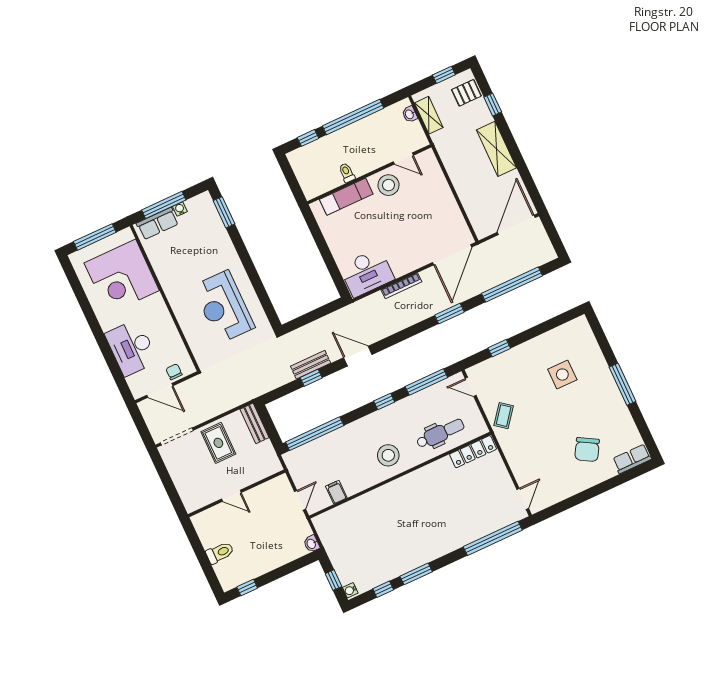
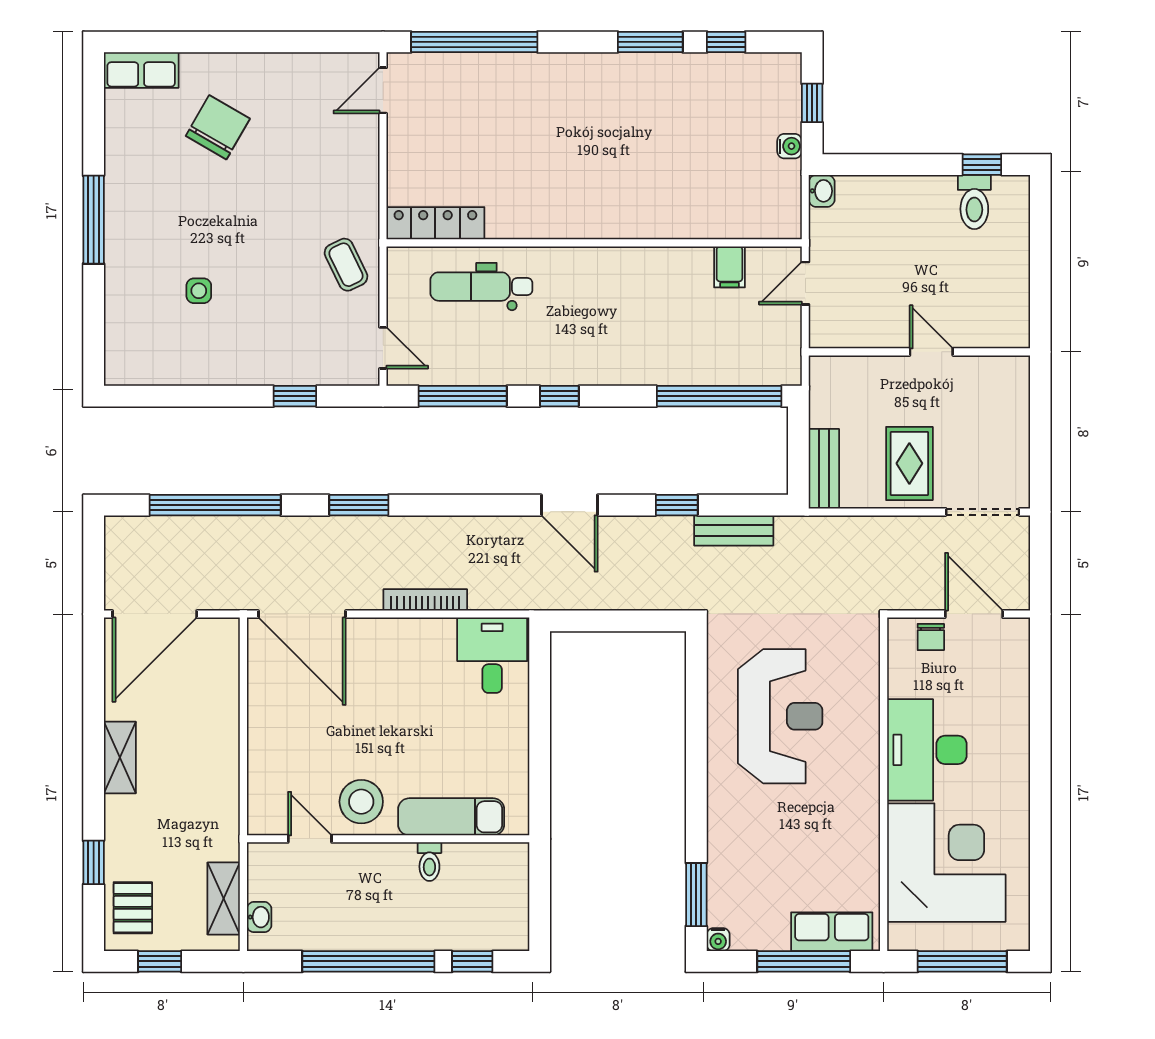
pallet: (466, 93) -> (133, 908), turned 90
shelving: (496, 149) -> (120, 757), width x0.67, depth x0.75
water cooler: (180, 209) -> (718, 940), moved
door: (452, 255) -> (302, 614), swing flipped
desk: (367, 273) -> (492, 655), width x0.73
desk: (131, 348) -> (927, 750), moved, turned 180
bench: (311, 365) -> (734, 530), moved
side table: (562, 375) -> (199, 291), width x0.54, depth x0.54
coffee table: (504, 416) -> (346, 265), turned -64
stool: (388, 455) -> (599, 291), removed
toilet: (220, 553) -> (974, 202), moved, turned -90
water cooler: (350, 590) -> (790, 146), moved

